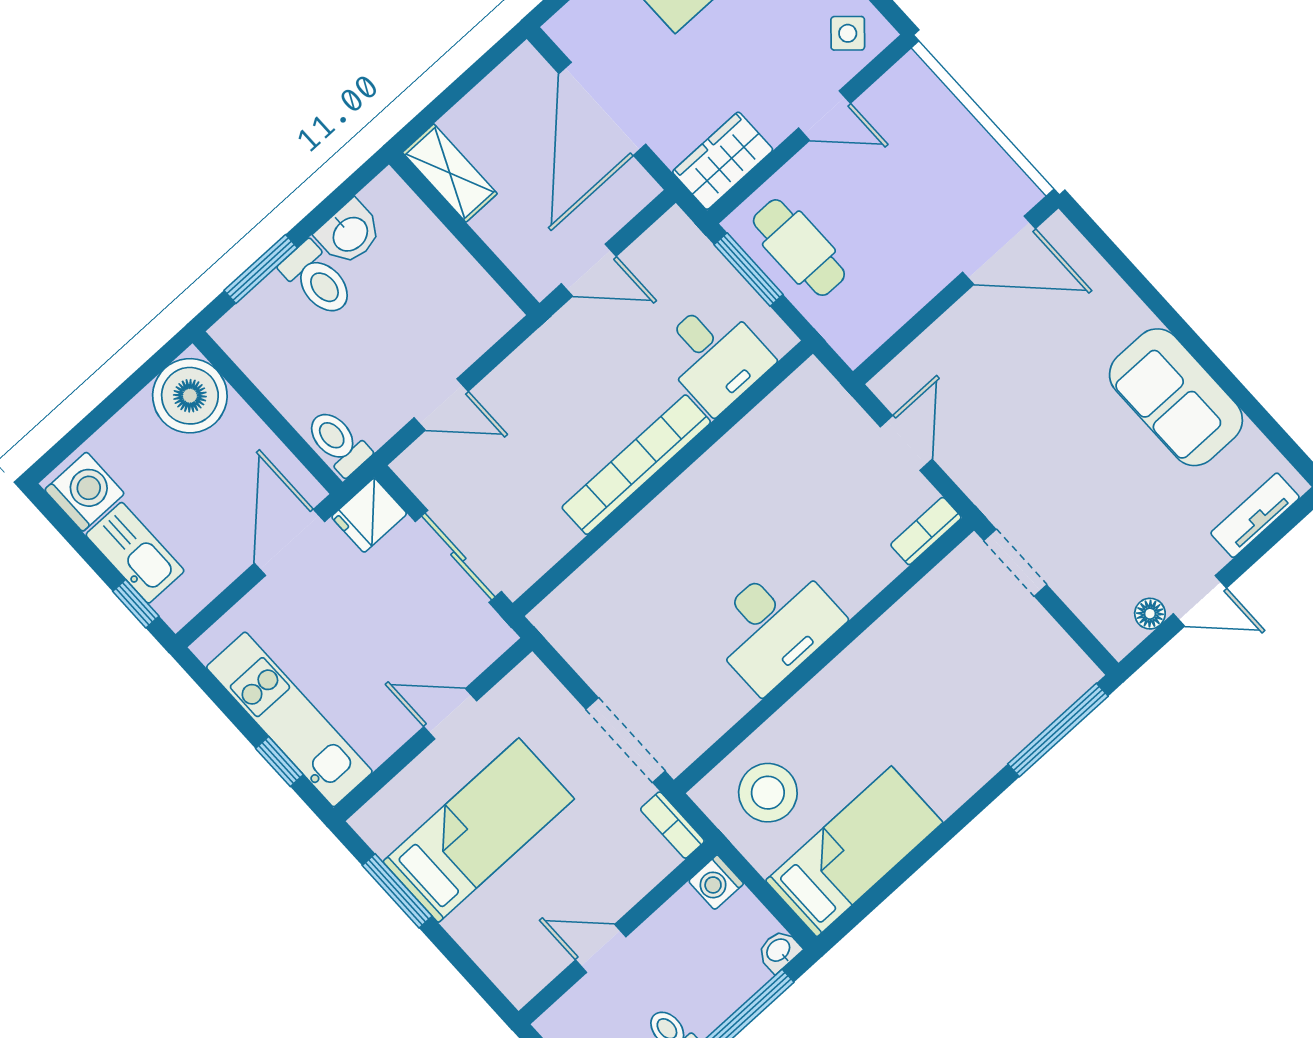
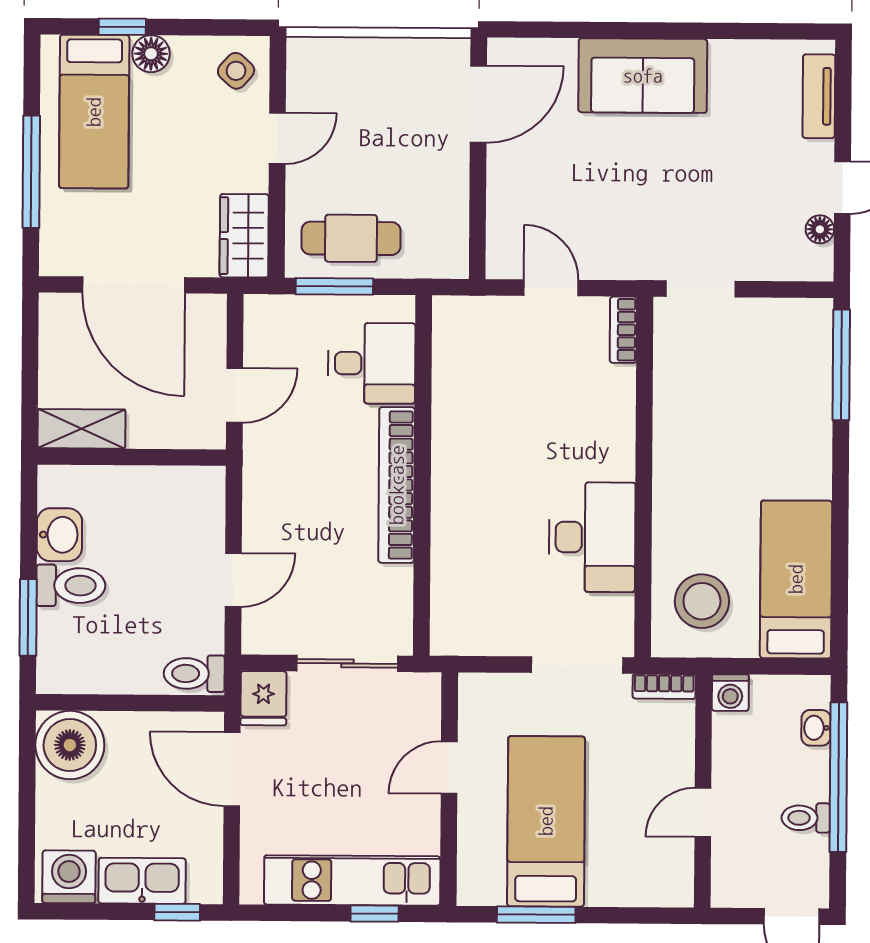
sofa: (1176, 397) -> (643, 76), moved
desk: (774, 625) -> (592, 537), moved
washbasin: (779, 951) -> (816, 728), moved

